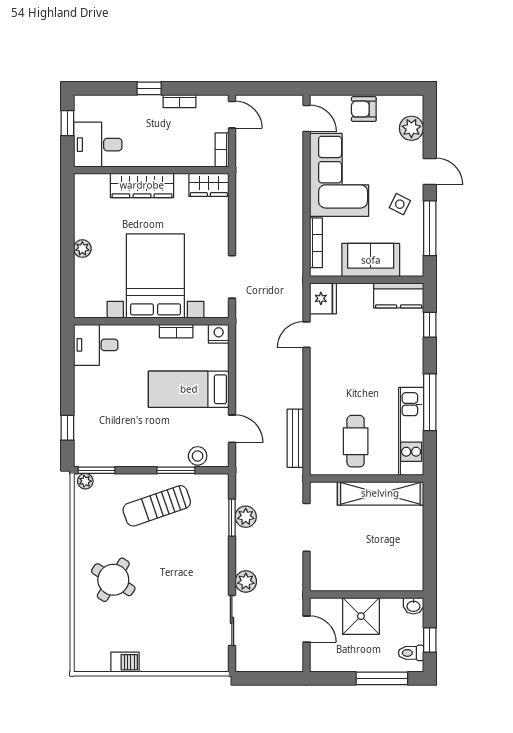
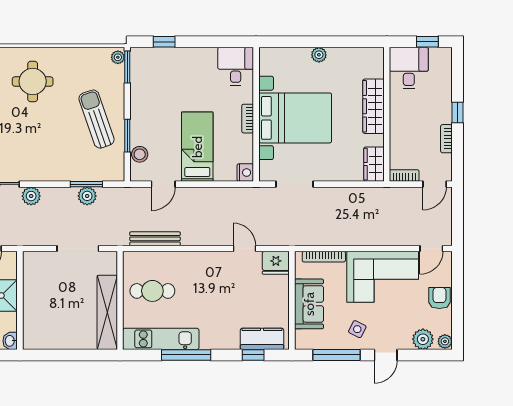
plant: (414, 103) -> (445, 341), added
kitchen counter: (399, 295) -> (262, 339), moved, turned 90
bookcase: (176, 331) -> (248, 119), moved
round table: (113, 580) -> (33, 81), turned -32

